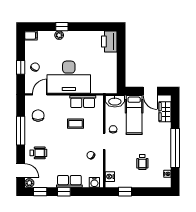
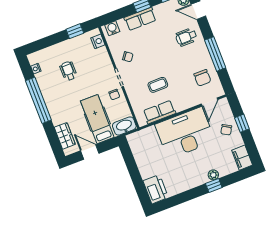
filing cabinet: (31, 35) -> (242, 158), width x2.00

